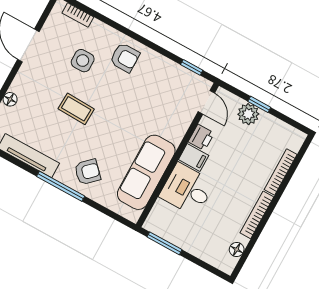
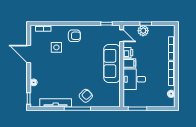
coffee table: (76, 109) -> (65, 70), removed
sofa: (146, 172) -> (112, 63), moved

